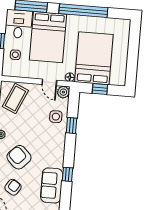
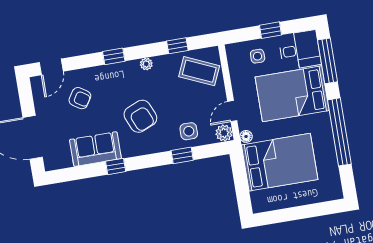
window: (100, 89) -> (241, 181), removed
armchair: (19, 157) -> (140, 116), moved, turned 113

